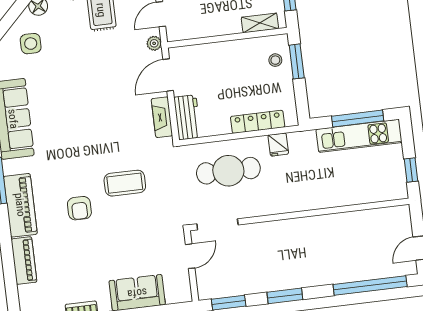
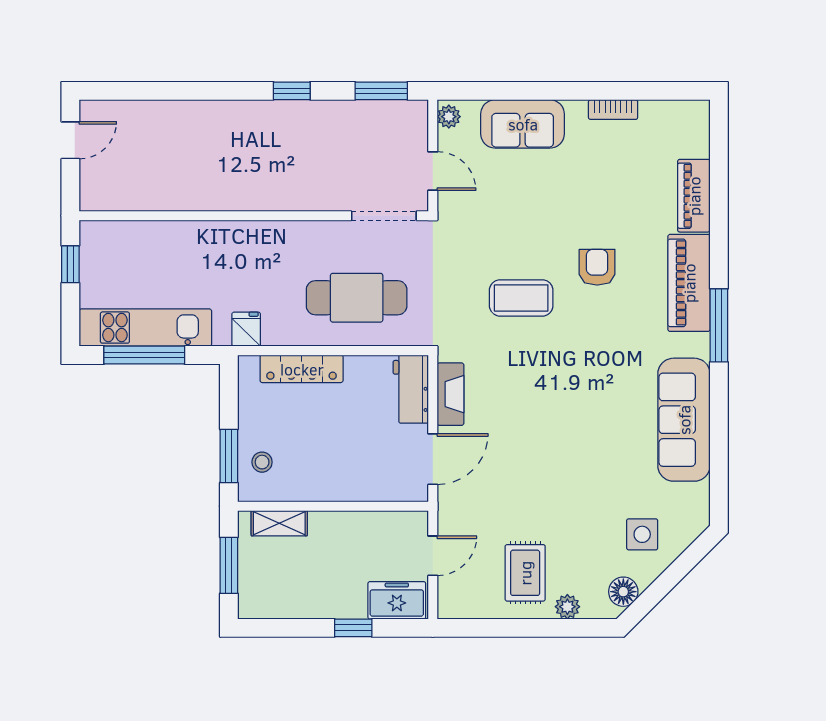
plant: (154, 43) -> (449, 117), moved
fridge: (278, 145) -> (246, 329), moved
door: (190, 256) -> (433, 171), swing flipped
window: (370, 286) -> (156, 91), removed
window: (285, 296) -> (292, 91), width x0.67

